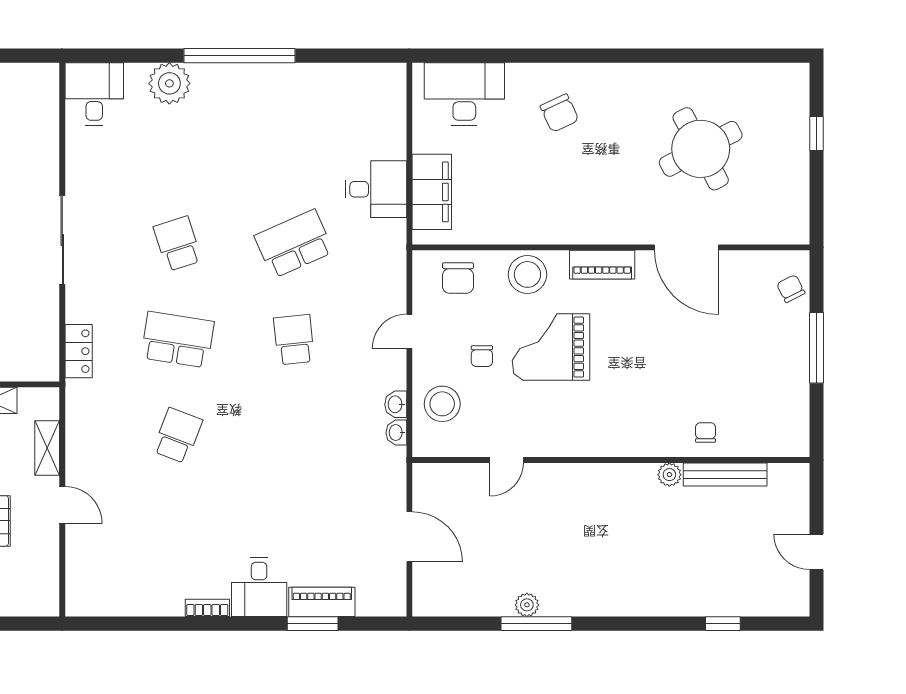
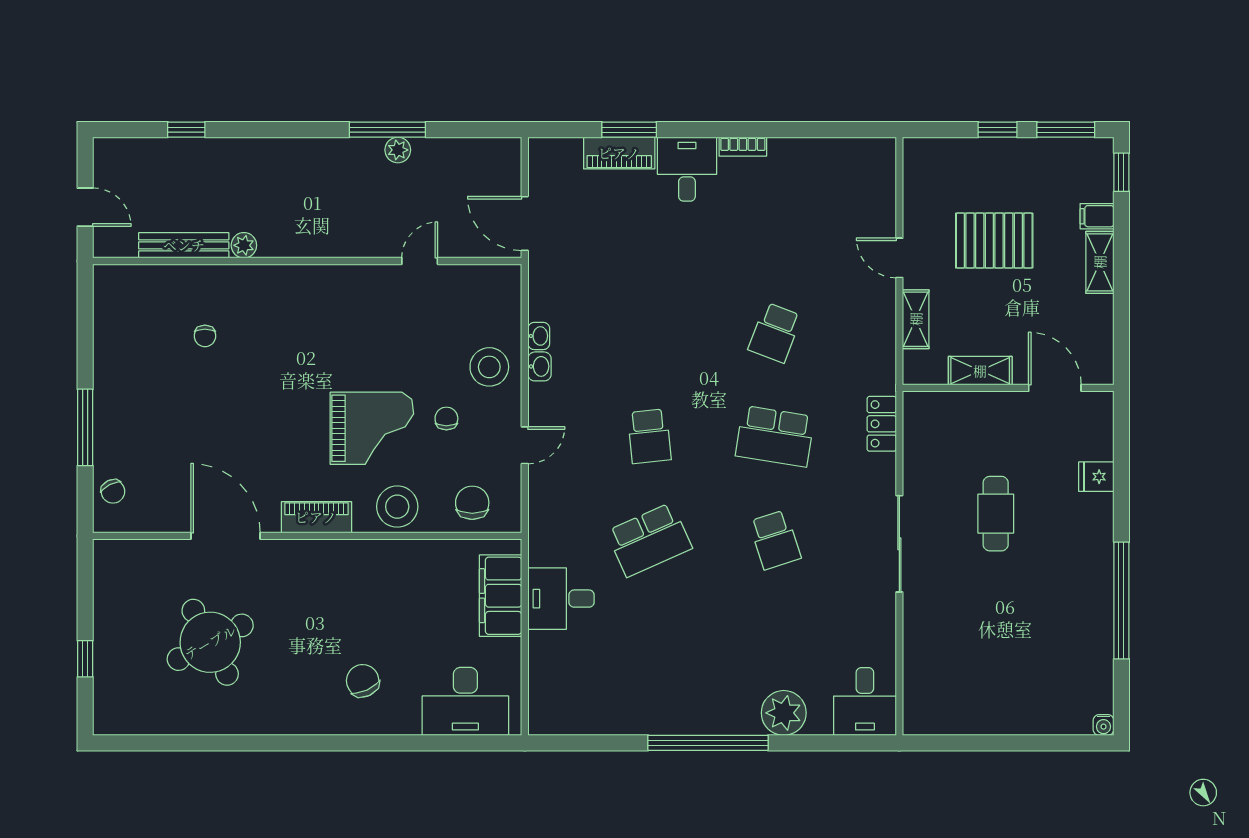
door: (507, 460) -> (420, 261), moved
wall: (611, 460) -> (307, 261), moved
bench: (725, 474) -> (184, 245), moved
plant: (669, 475) -> (244, 245), moved

